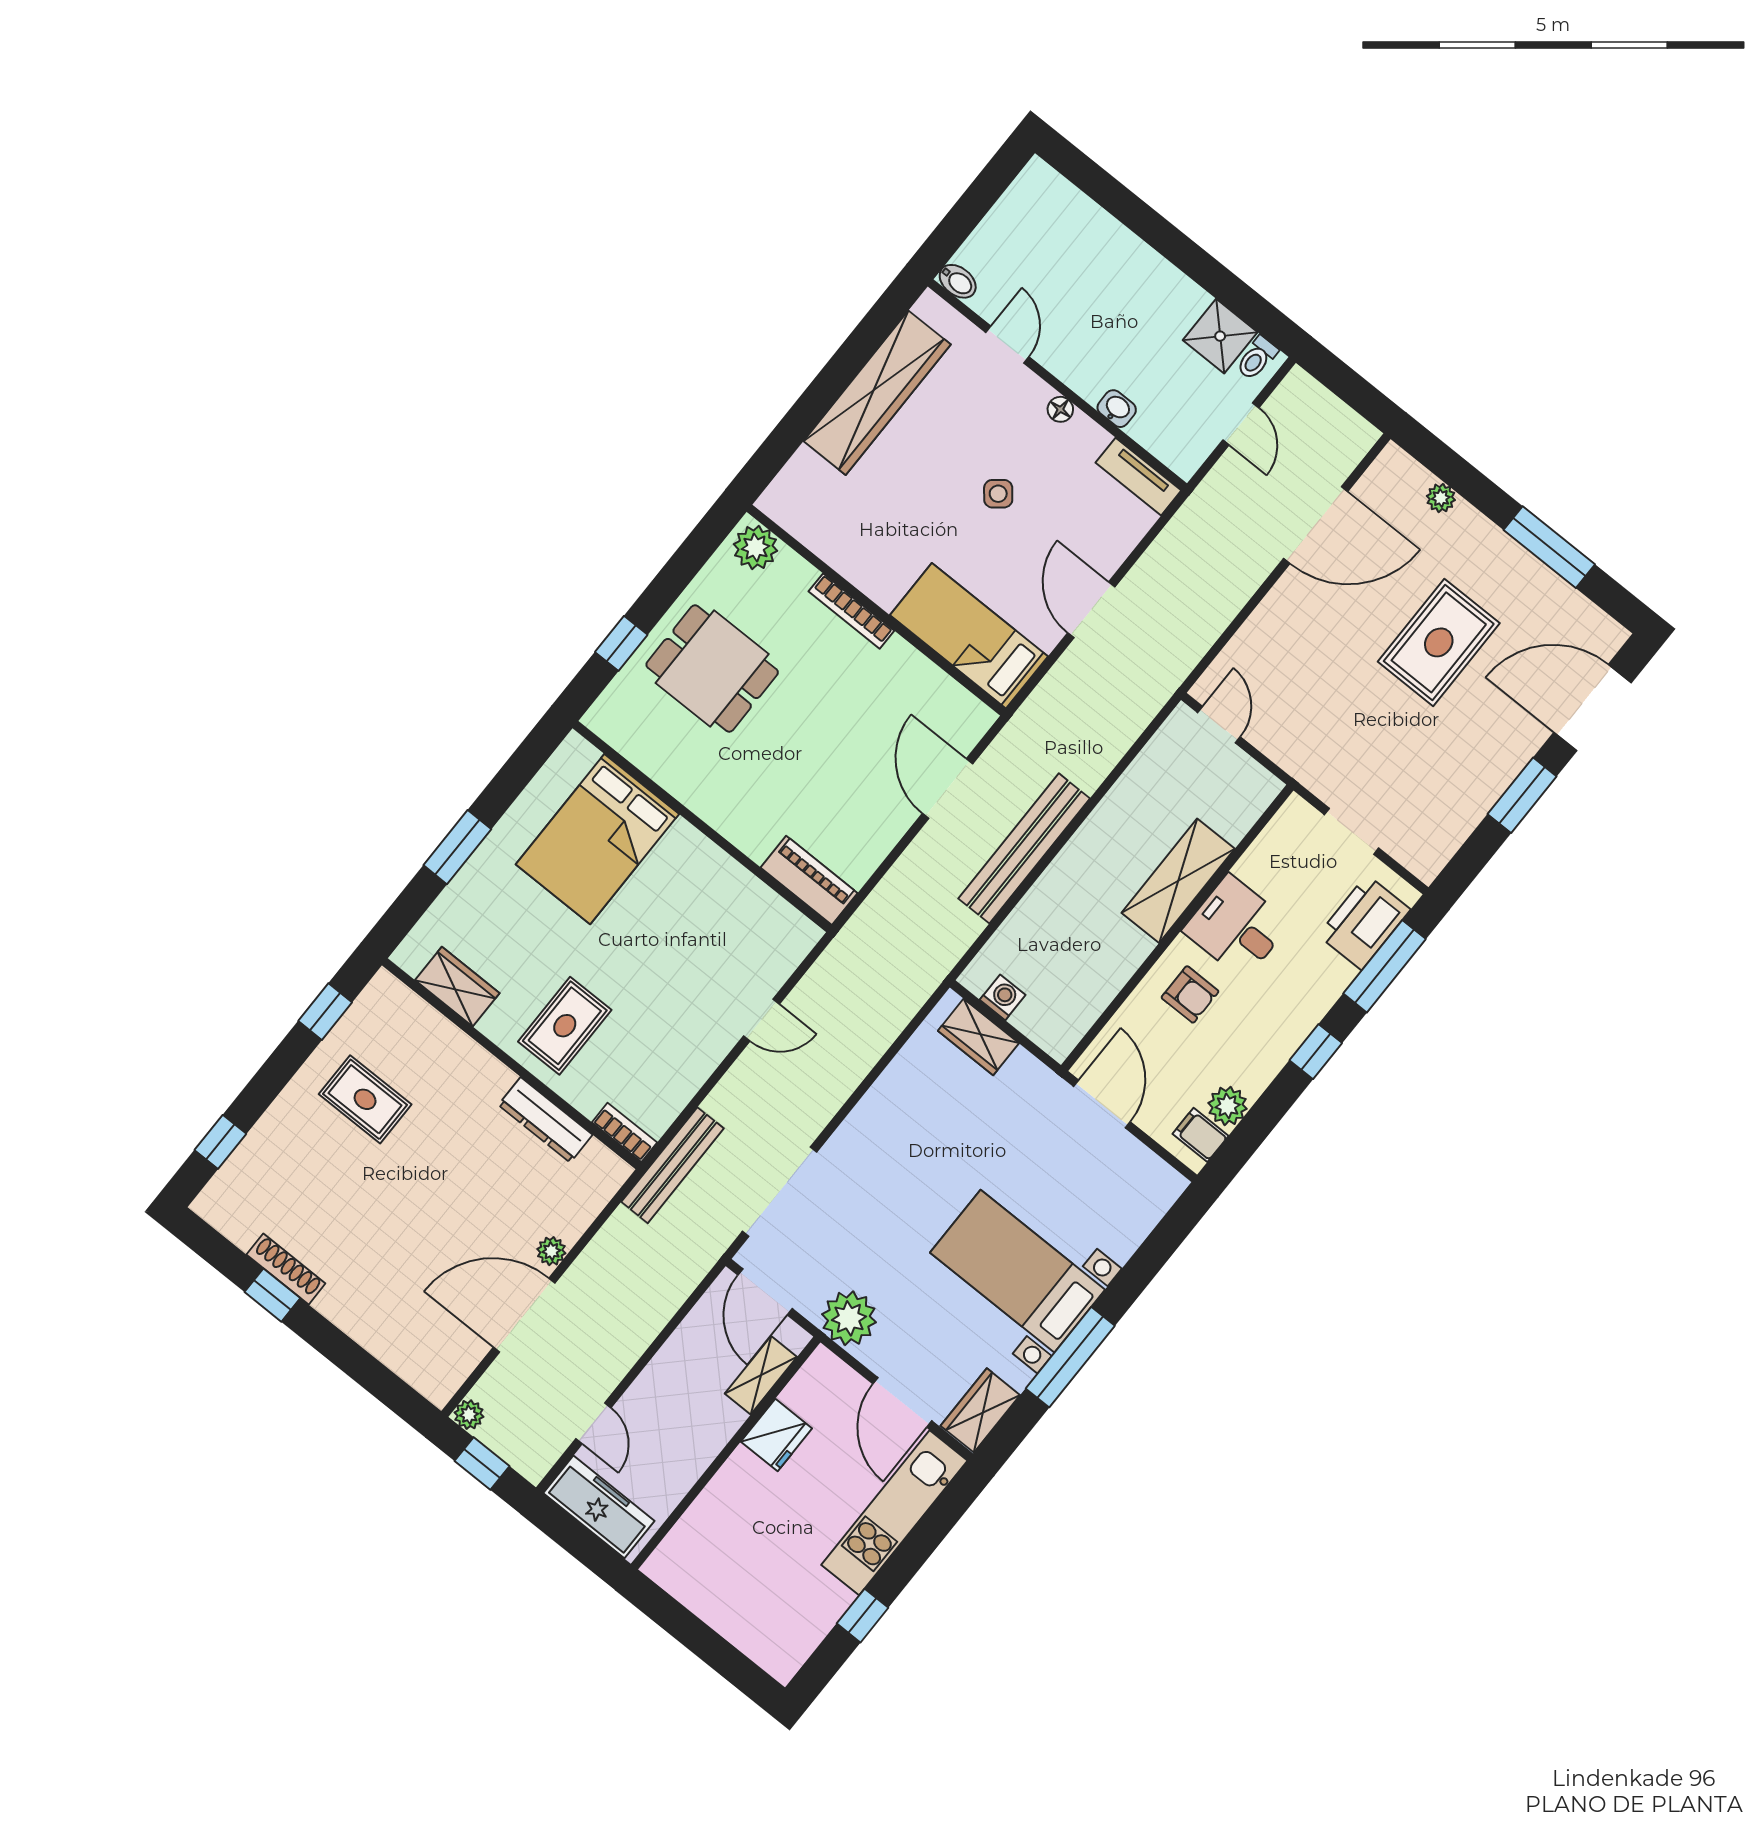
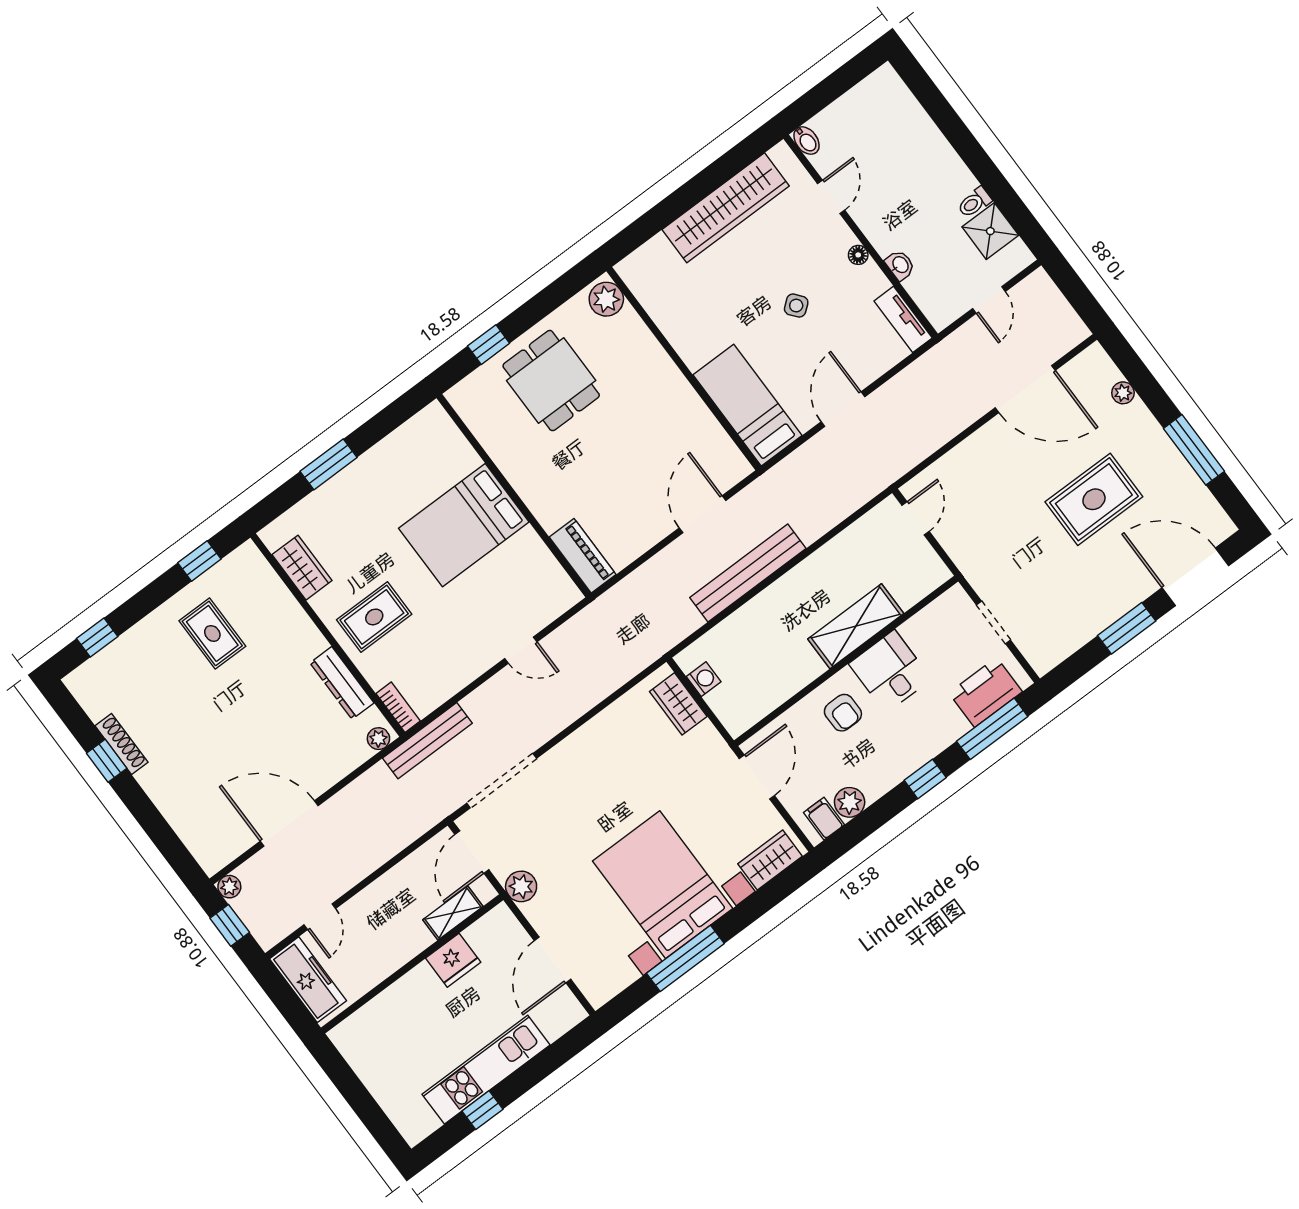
toilet: (1257, 358) -> (974, 202), moved
bookcase: (851, 611) -> (665, 364), removed
bed: (597, 839) -> (464, 525), moved
plant: (551, 1251) -> (378, 739), moved
bed with nightstands: (1017, 1271) -> (663, 885), width x1.36
plant: (849, 1318) -> (521, 886), width x0.73, depth x0.73
wardrobe: (980, 1410) -> (770, 860), moved
kitchen unit: (894, 1513) -> (486, 1070), moved

